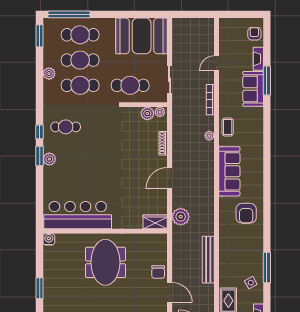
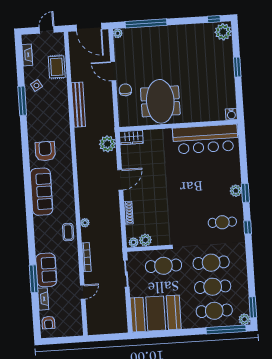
plant: (49, 74) -> (244, 319), moved
window: (40, 132) -> (248, 227), moved
sofa: (229, 171) -> (41, 192), moved, turned 180
meeting table: (105, 262) -> (160, 101), moved

